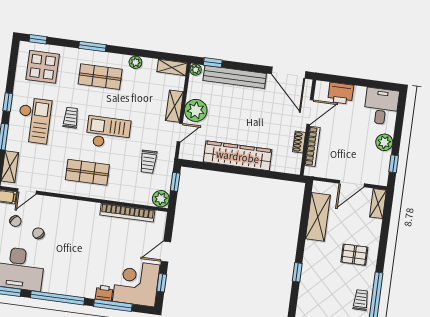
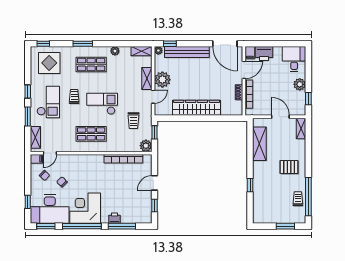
filing cabinet: (321, 90) -> (250, 53), added
door: (352, 184) -> (280, 117), swing flipped
corner desk: (136, 283) -> (85, 208), moved

